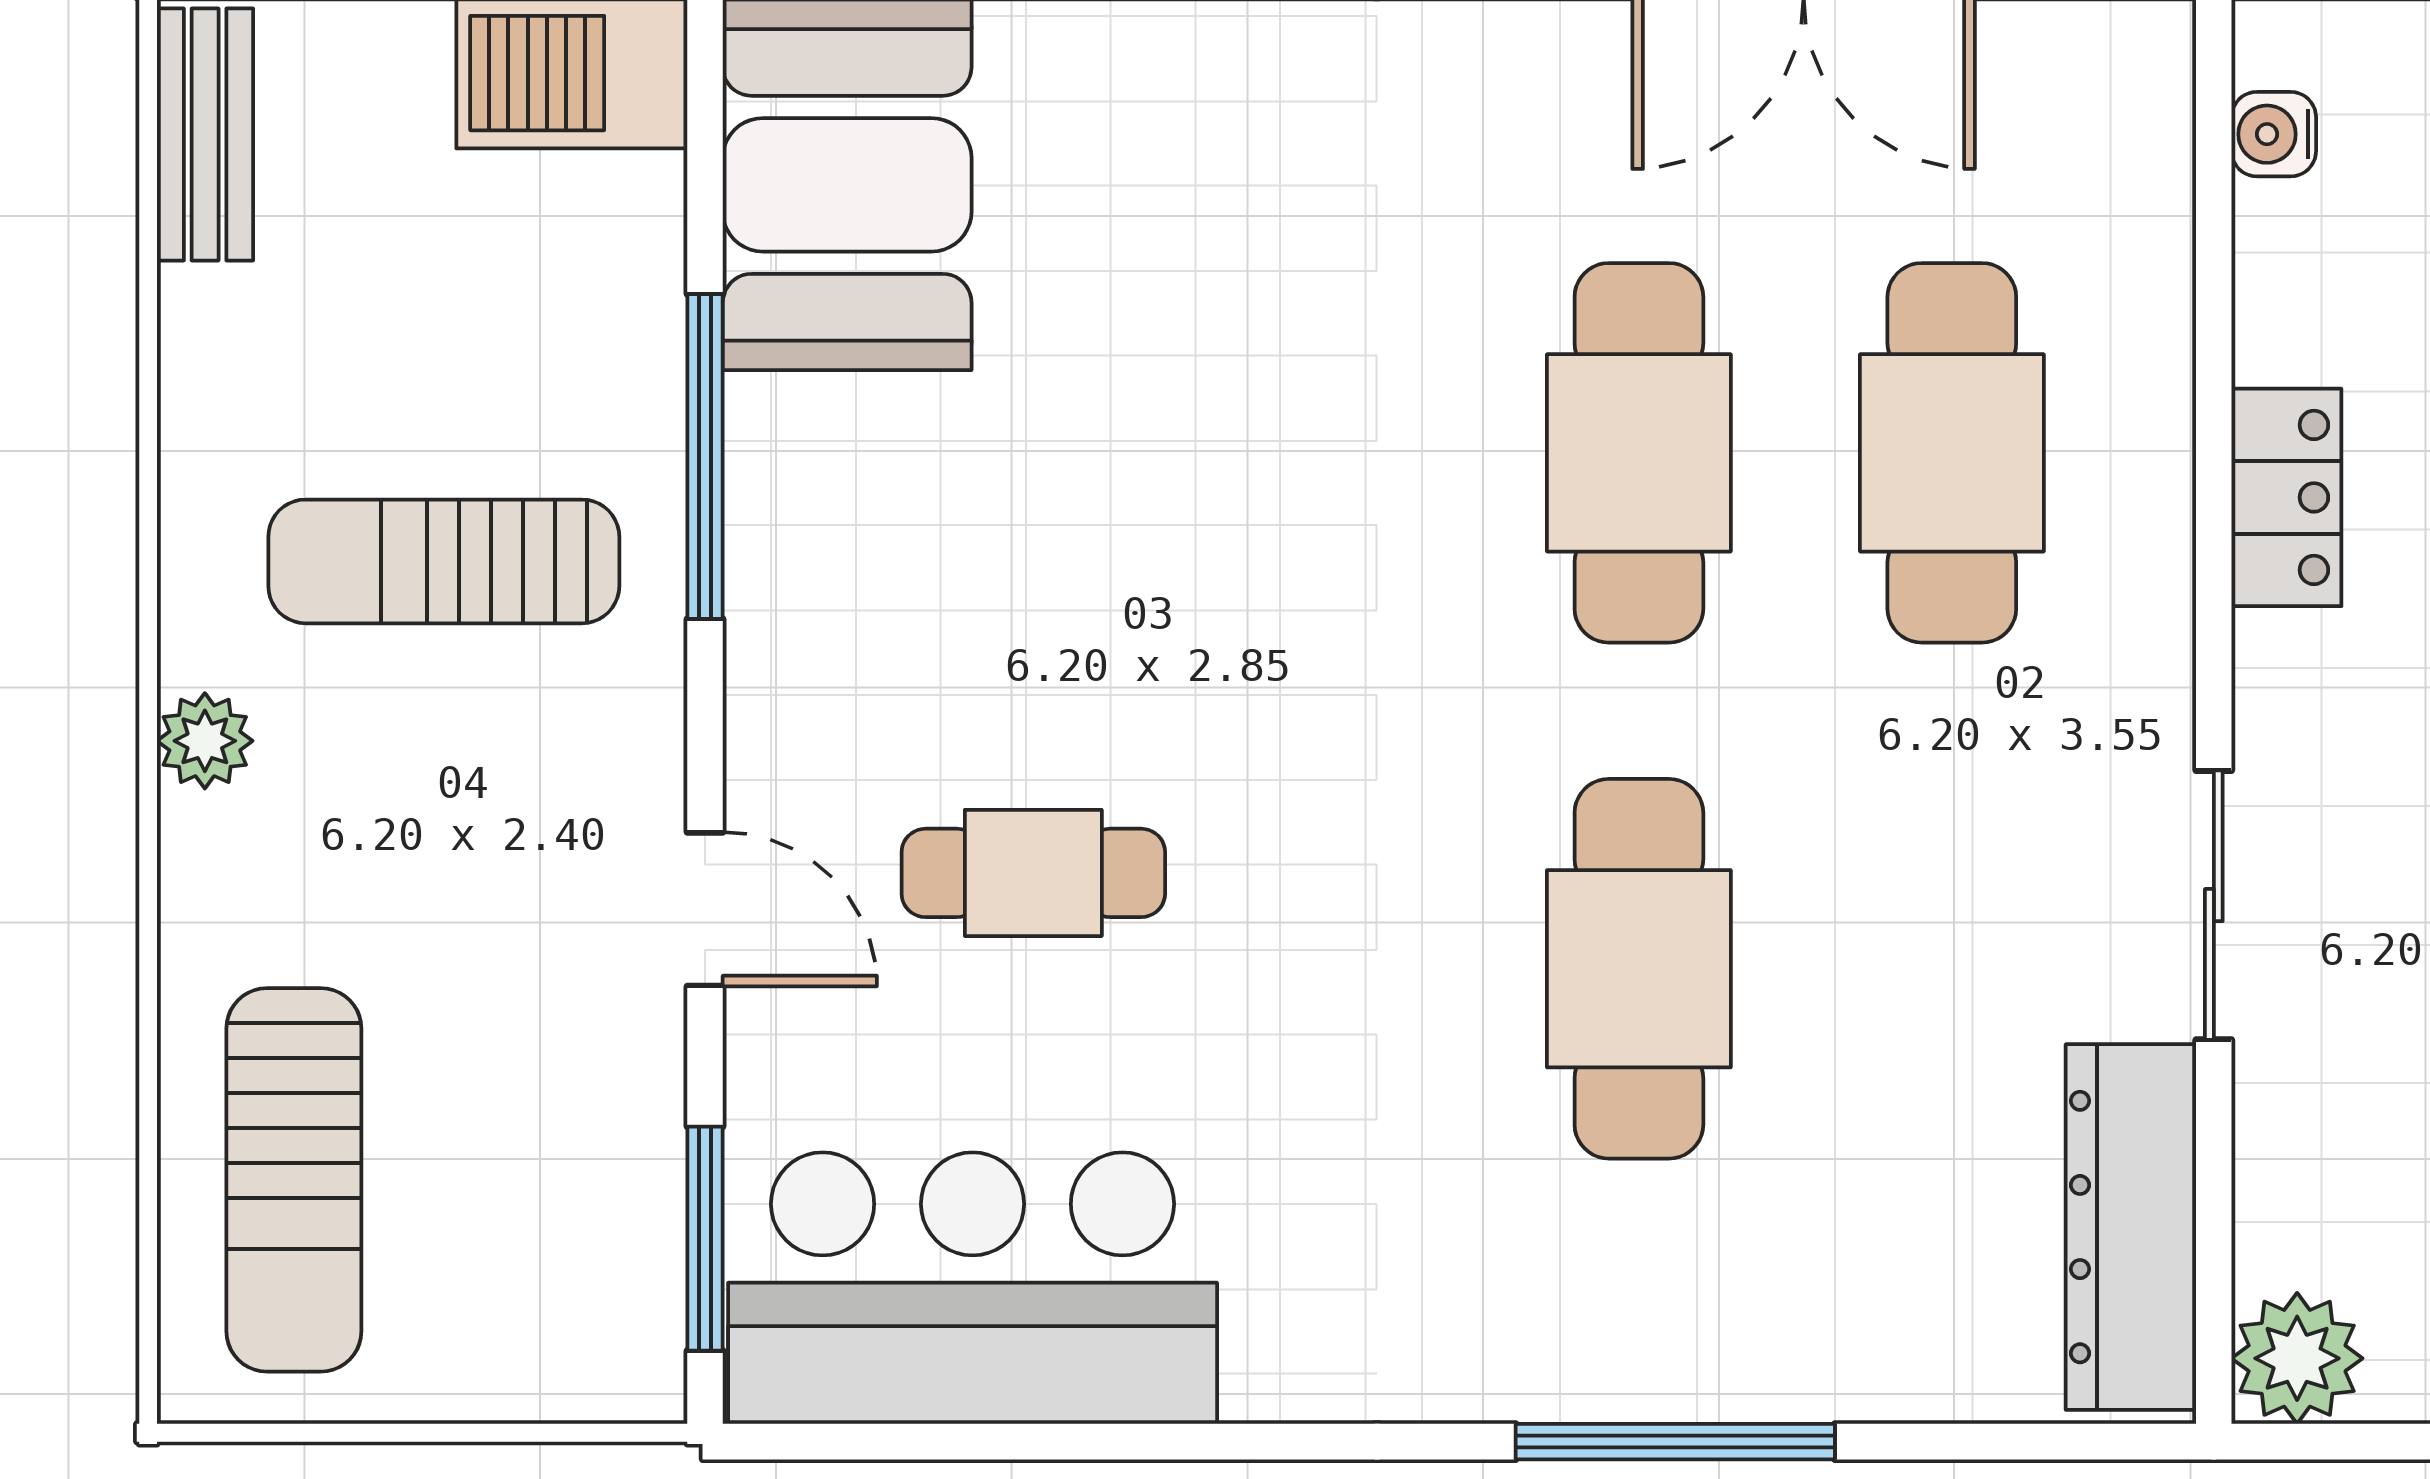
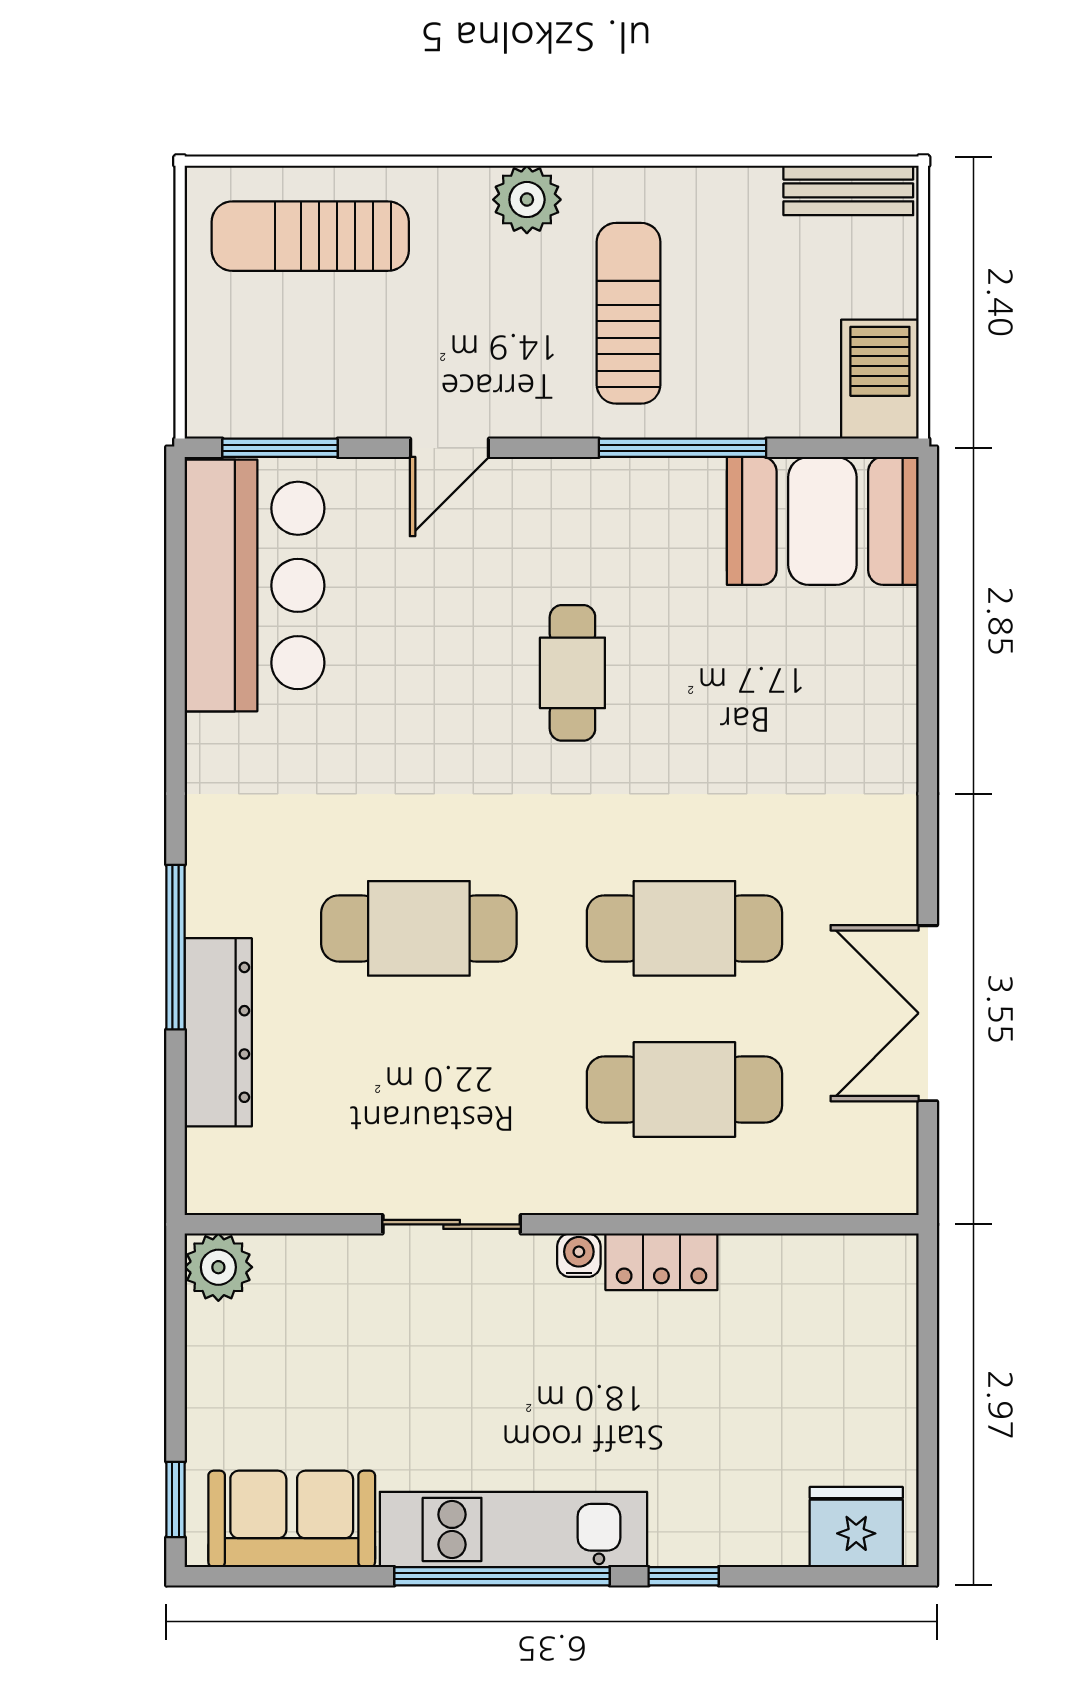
water cooler: (2274, 134) -> (579, 1255), moved
plant: (205, 741) -> (527, 200), width x1.38, depth x1.38
cafe table: (1033, 873) -> (572, 673), moved
dresser: (2131, 1227) -> (218, 1032), moved, turned 90

